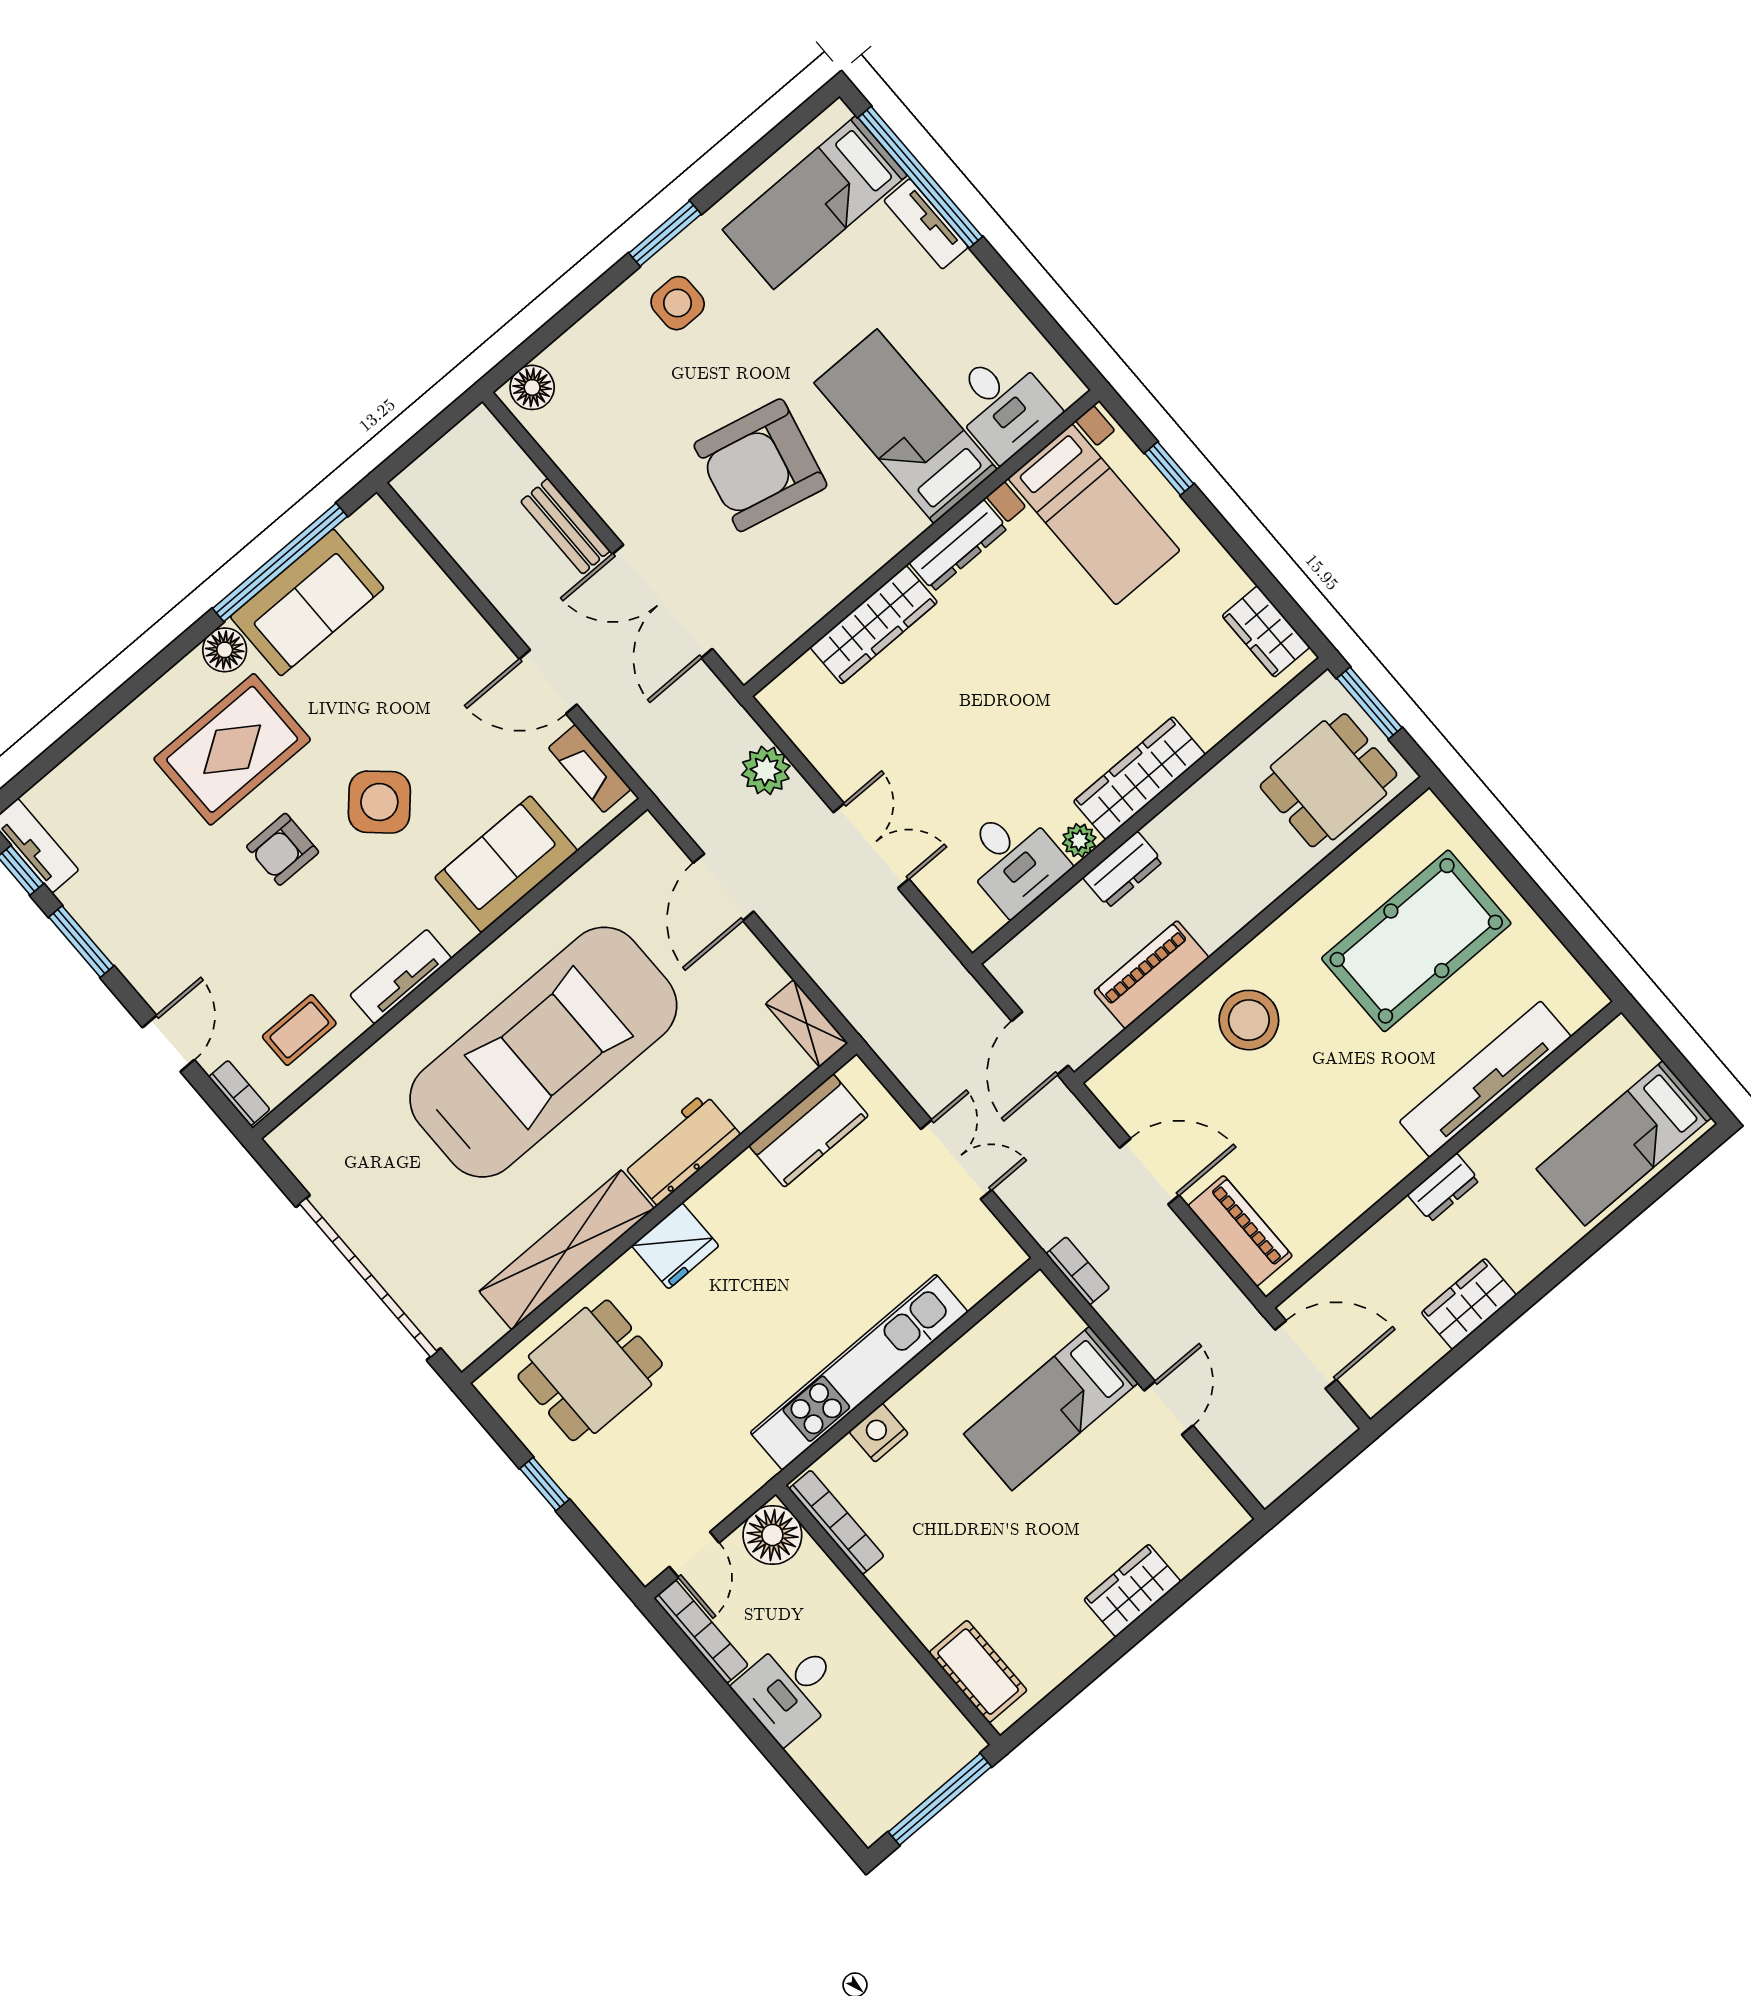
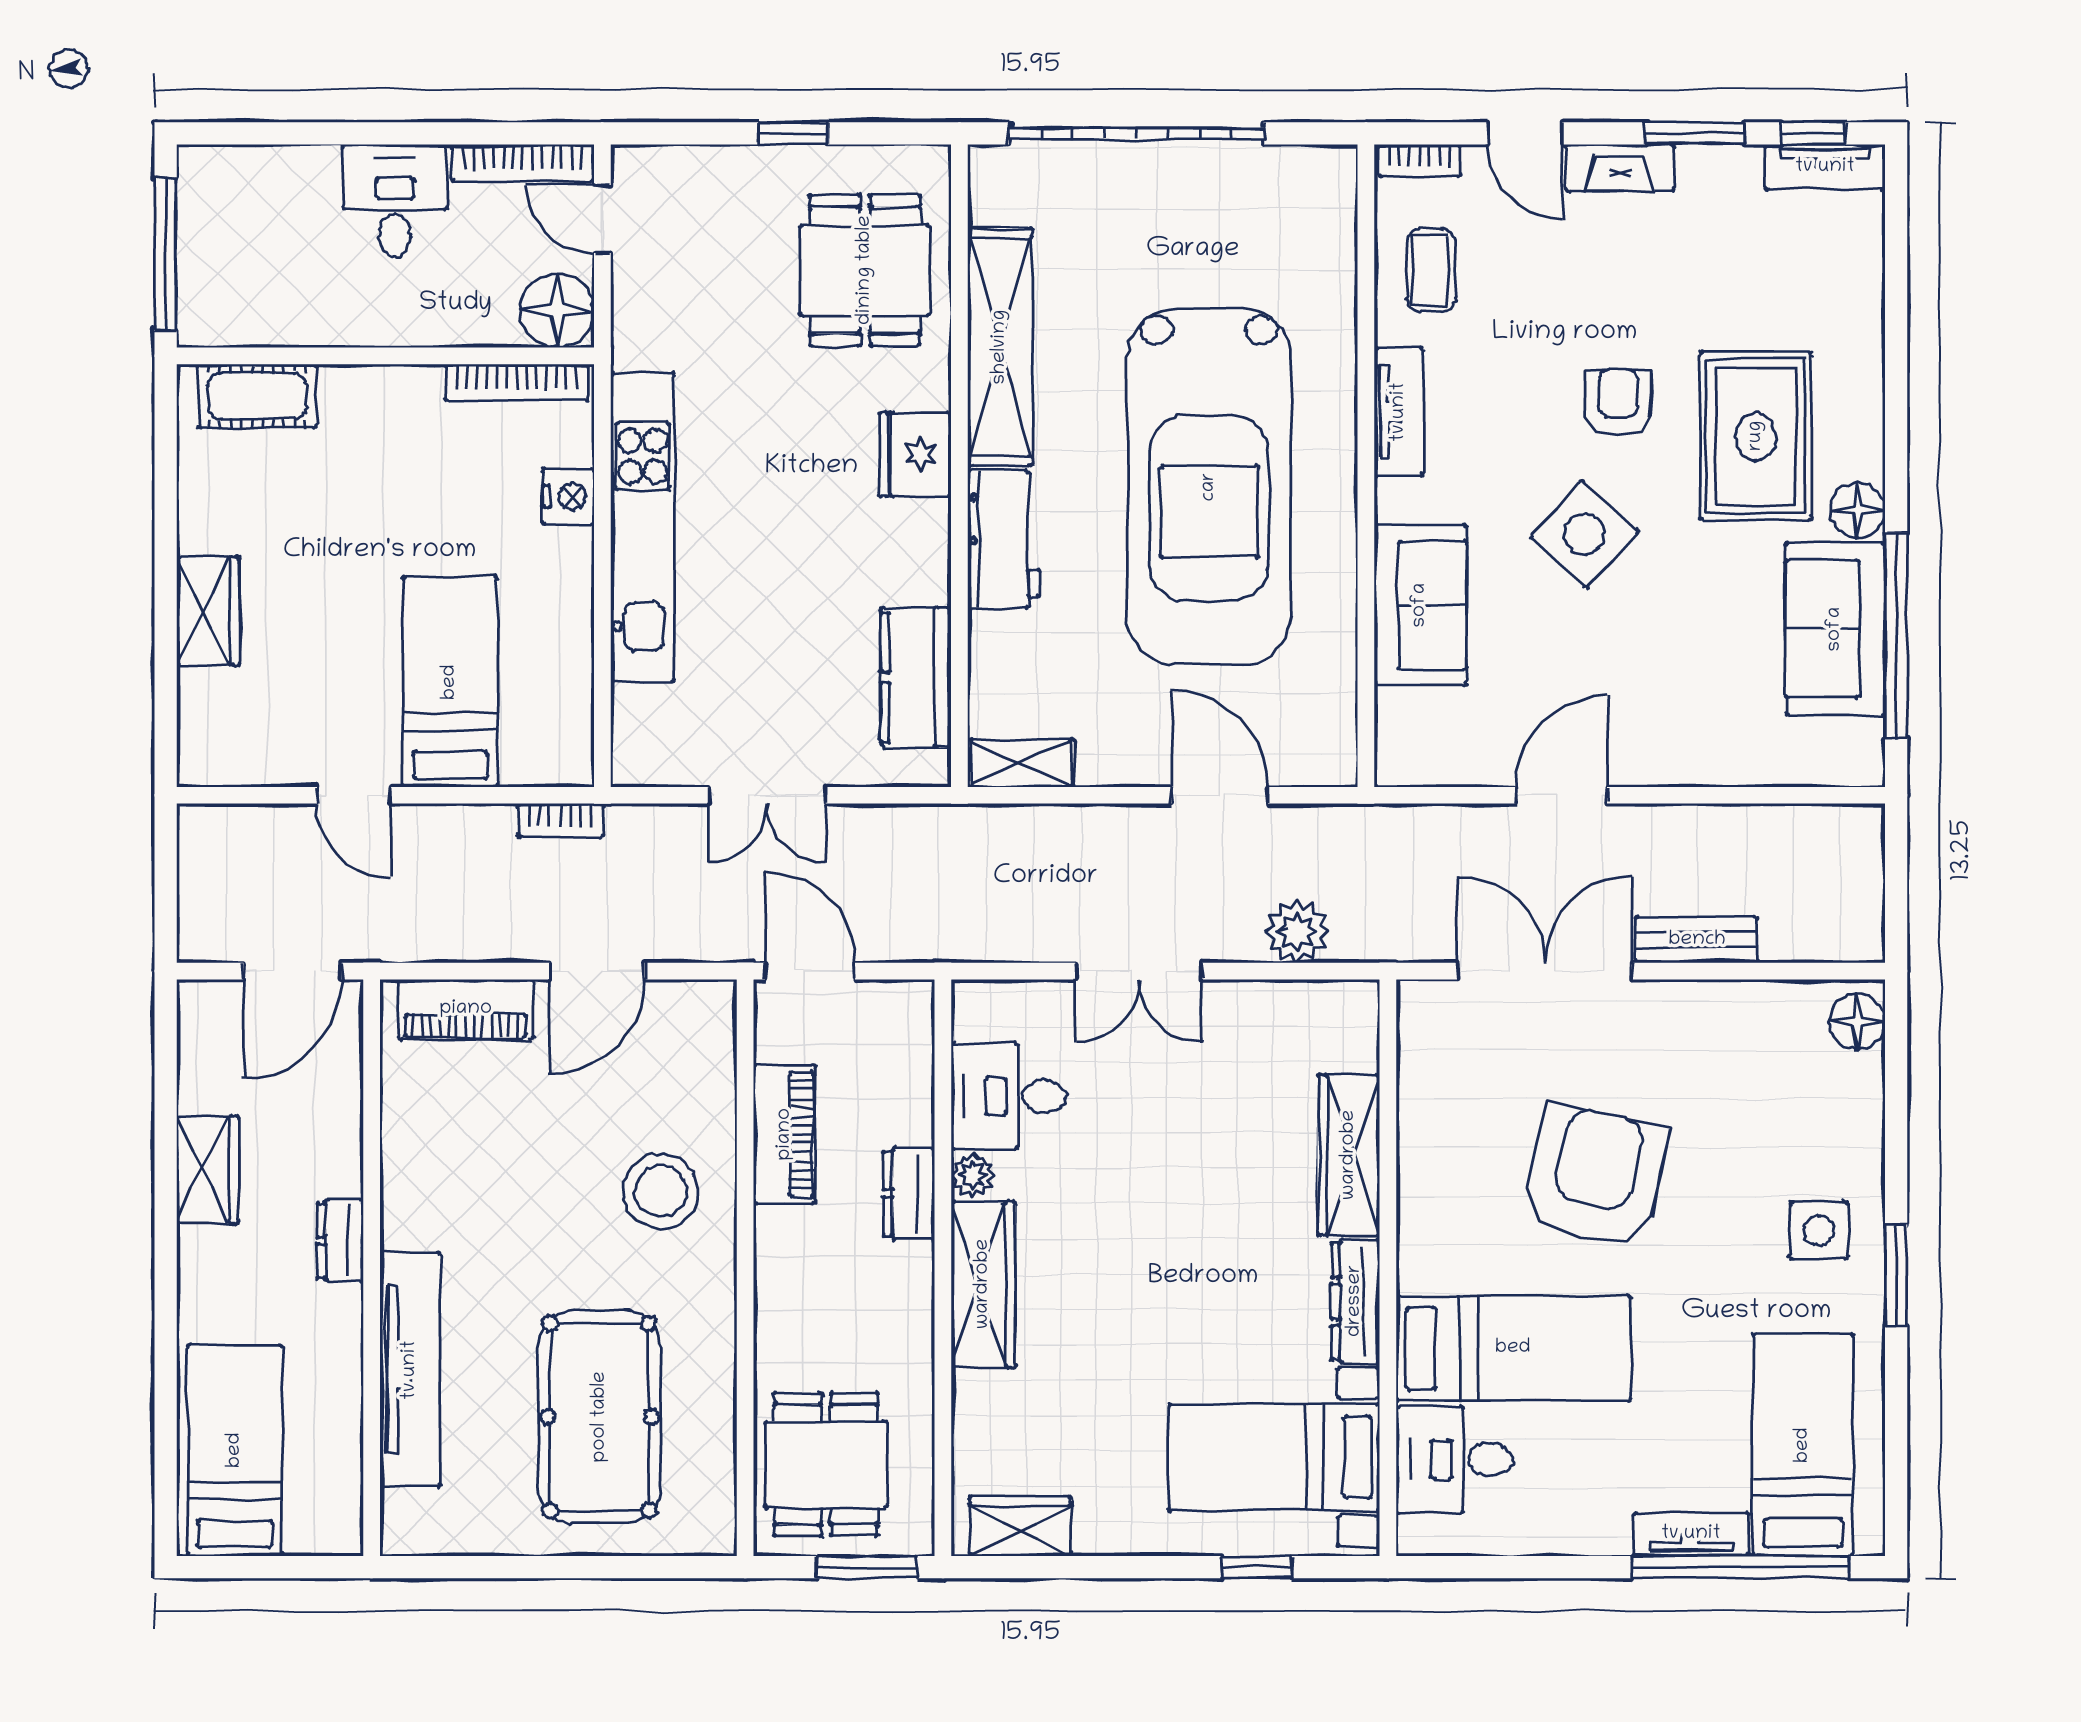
fireplace: (590, 769) -> (1620, 167), moved, turned 180

